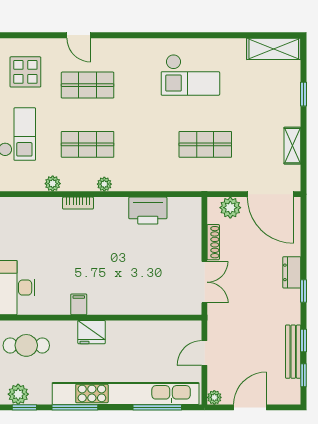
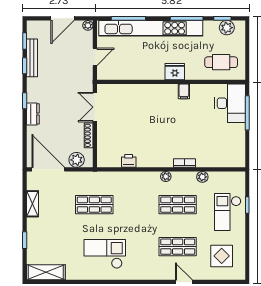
printer: (148, 211) -> (129, 161), width x0.53, depth x0.68

